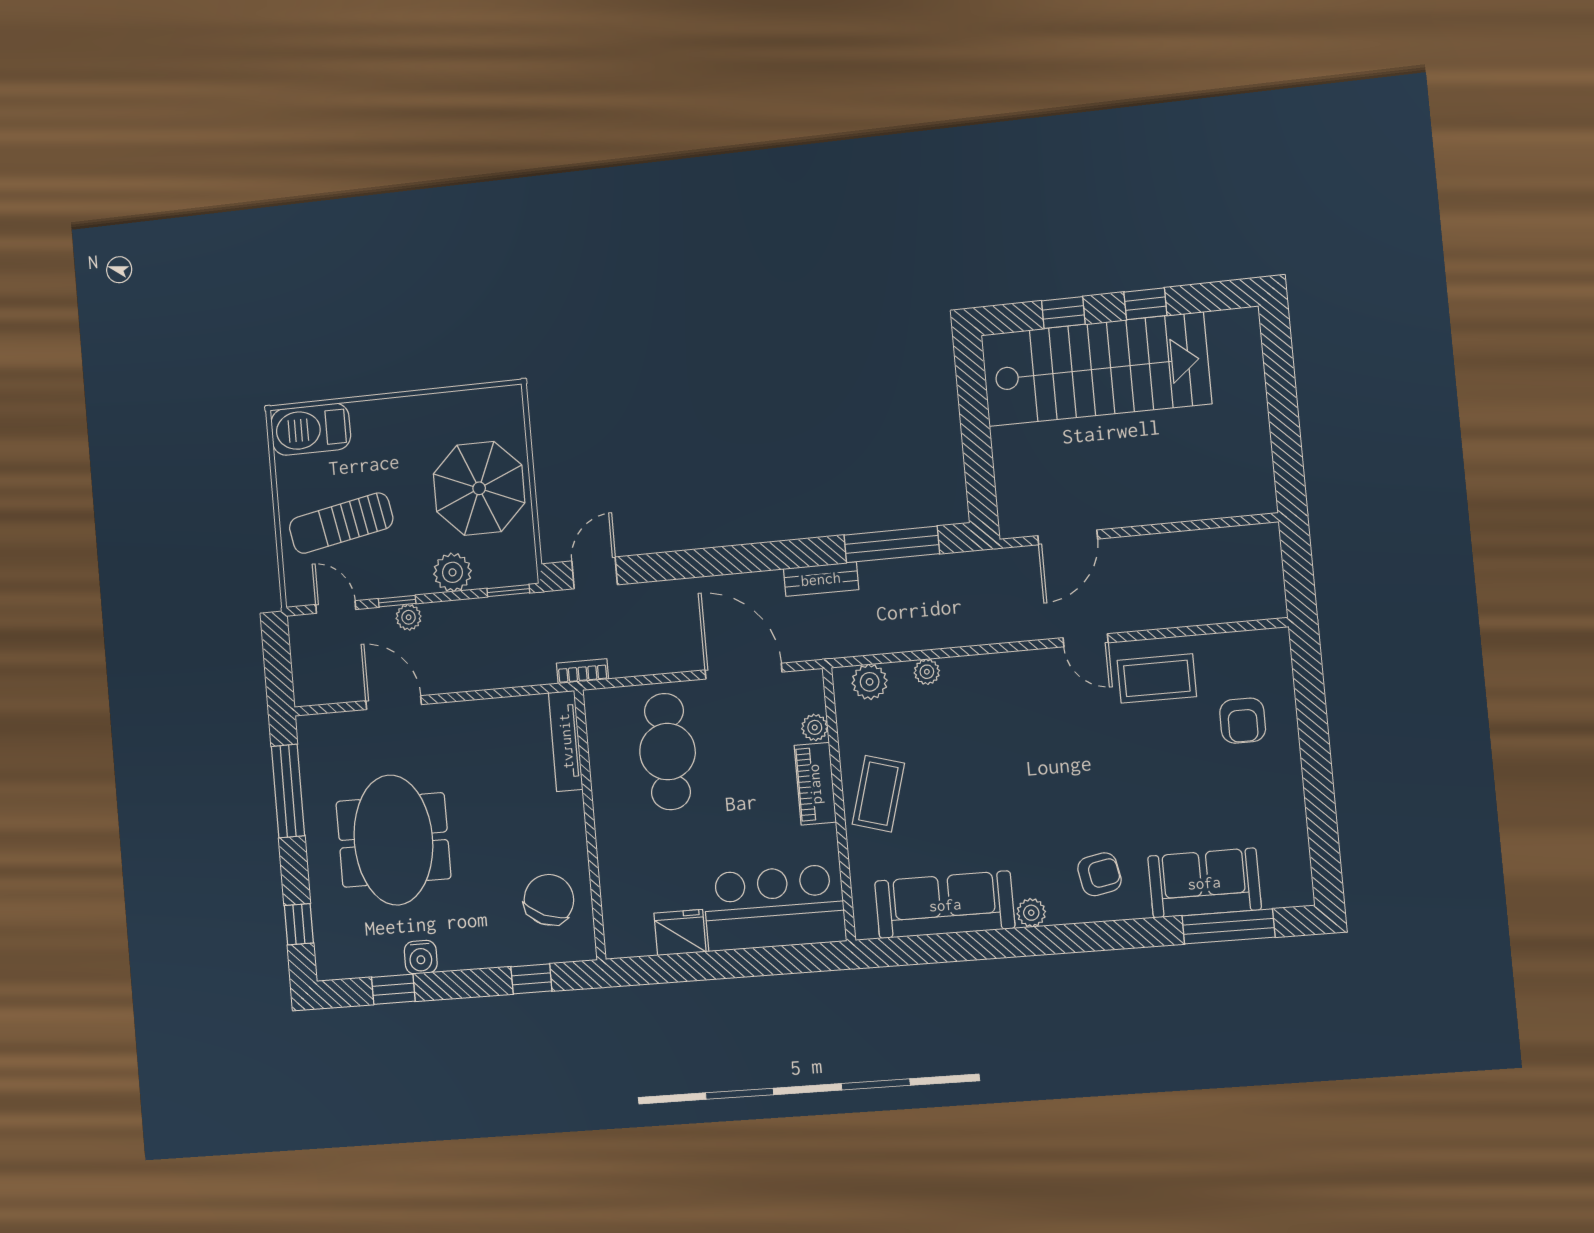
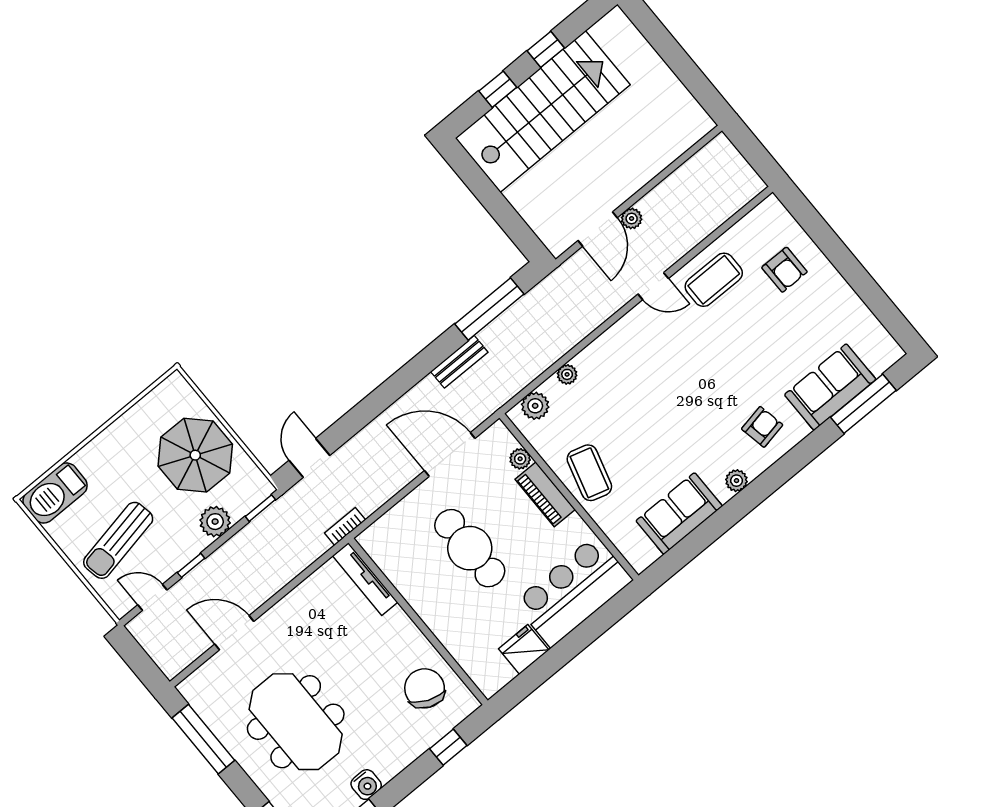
plant: (409, 617) -> (632, 218), moved
cafe table: (667, 752) -> (470, 548), moved
sofa: (945, 905) -> (679, 514), width x0.73

